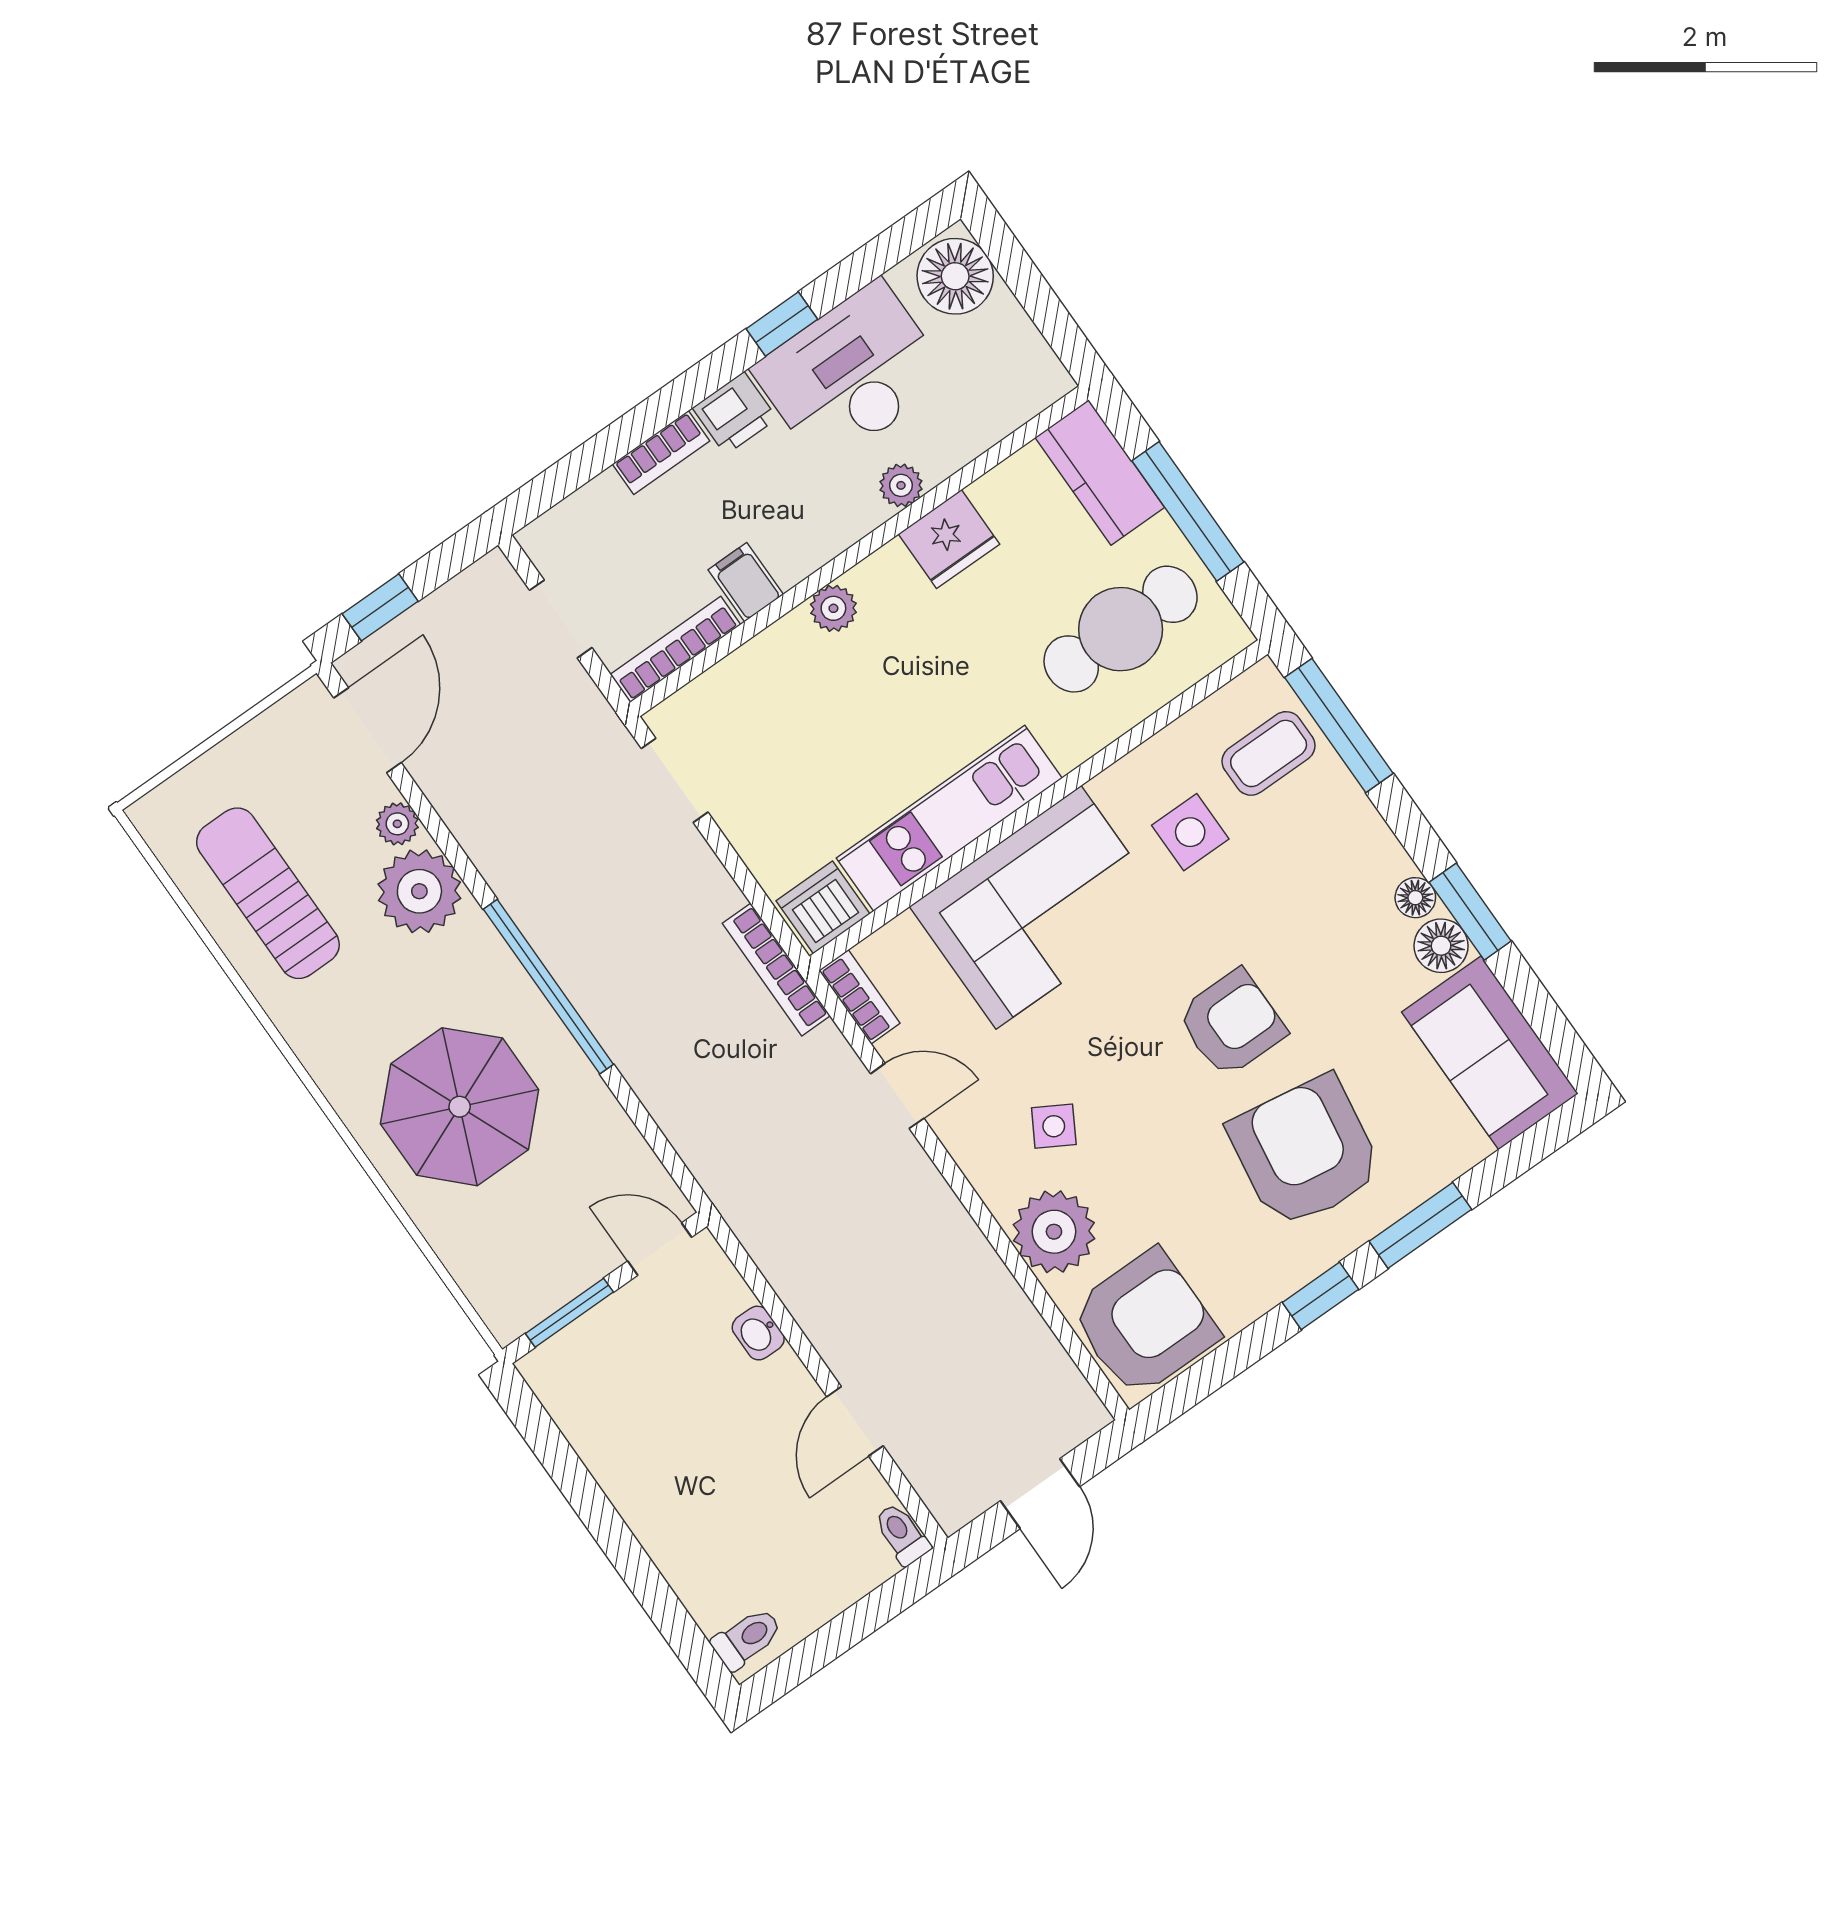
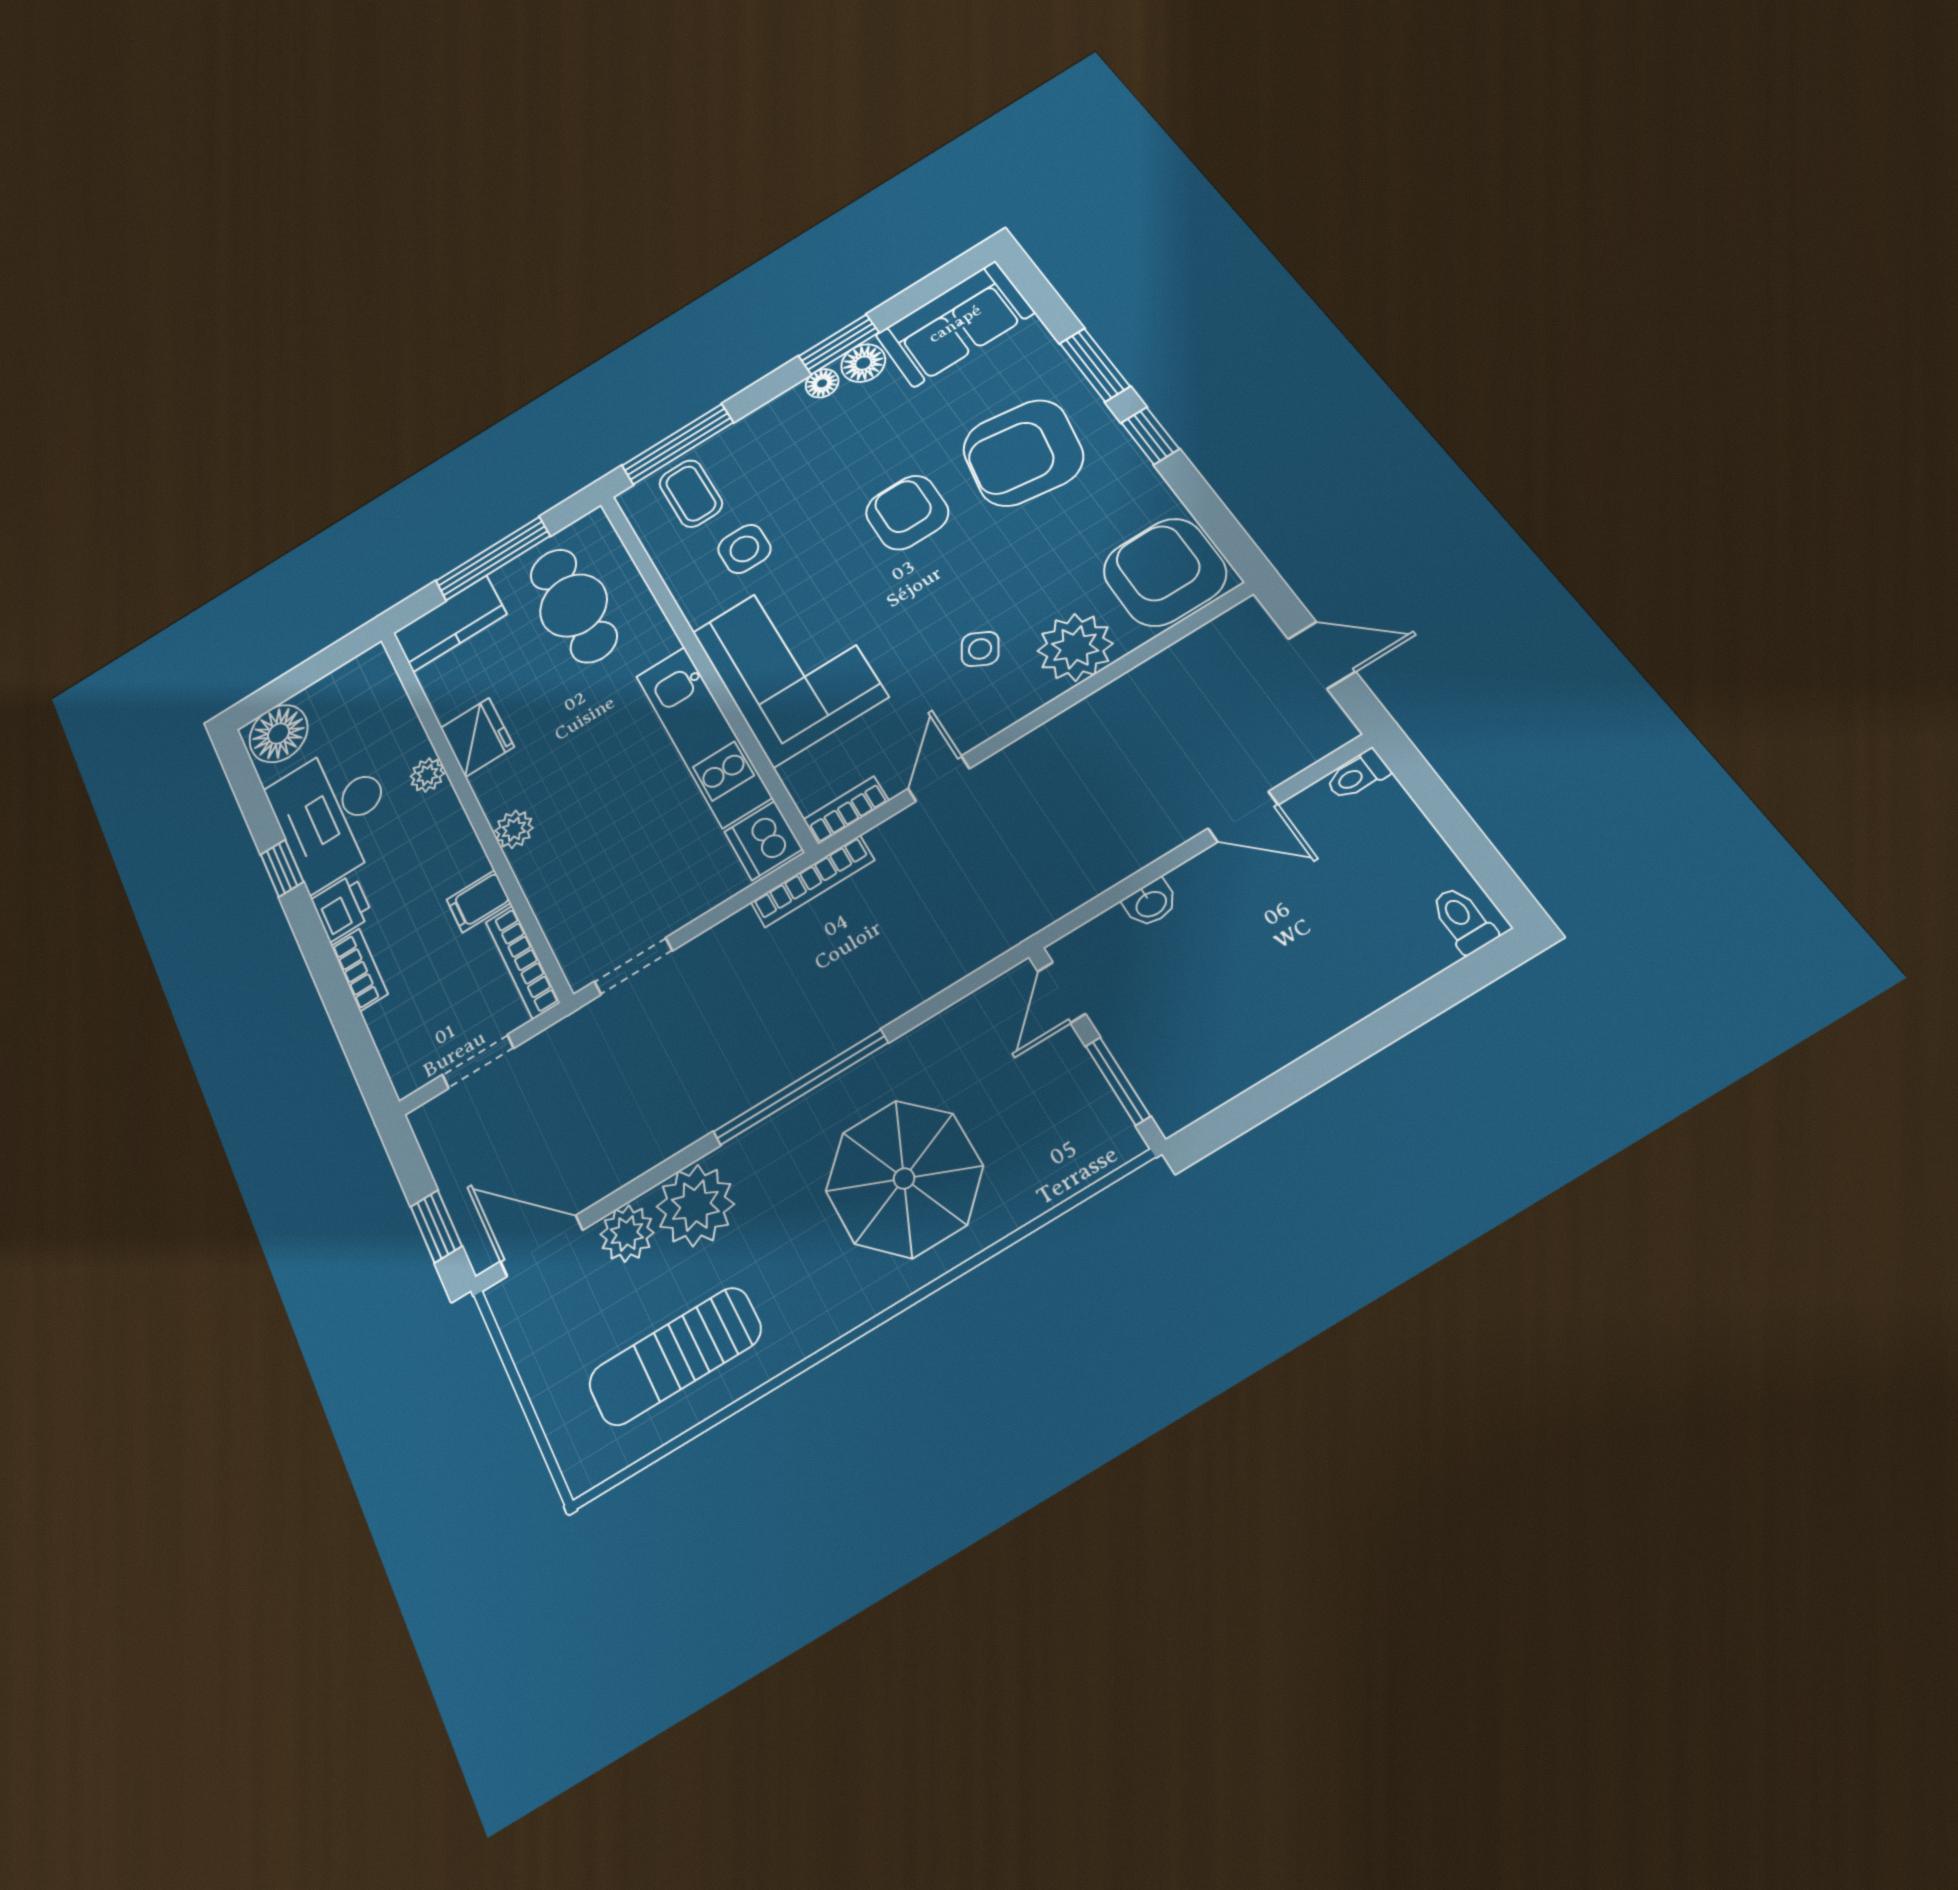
plant: (397, 824) -> (627, 1233), width x1.38, depth x1.38

